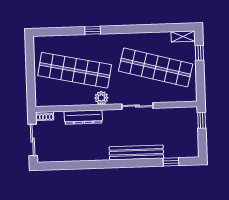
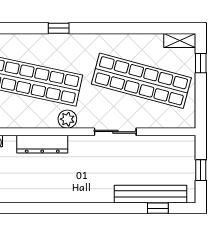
window: (202, 120) -> (201, 170), moved
bench: (136, 152) -> (150, 194), moved

